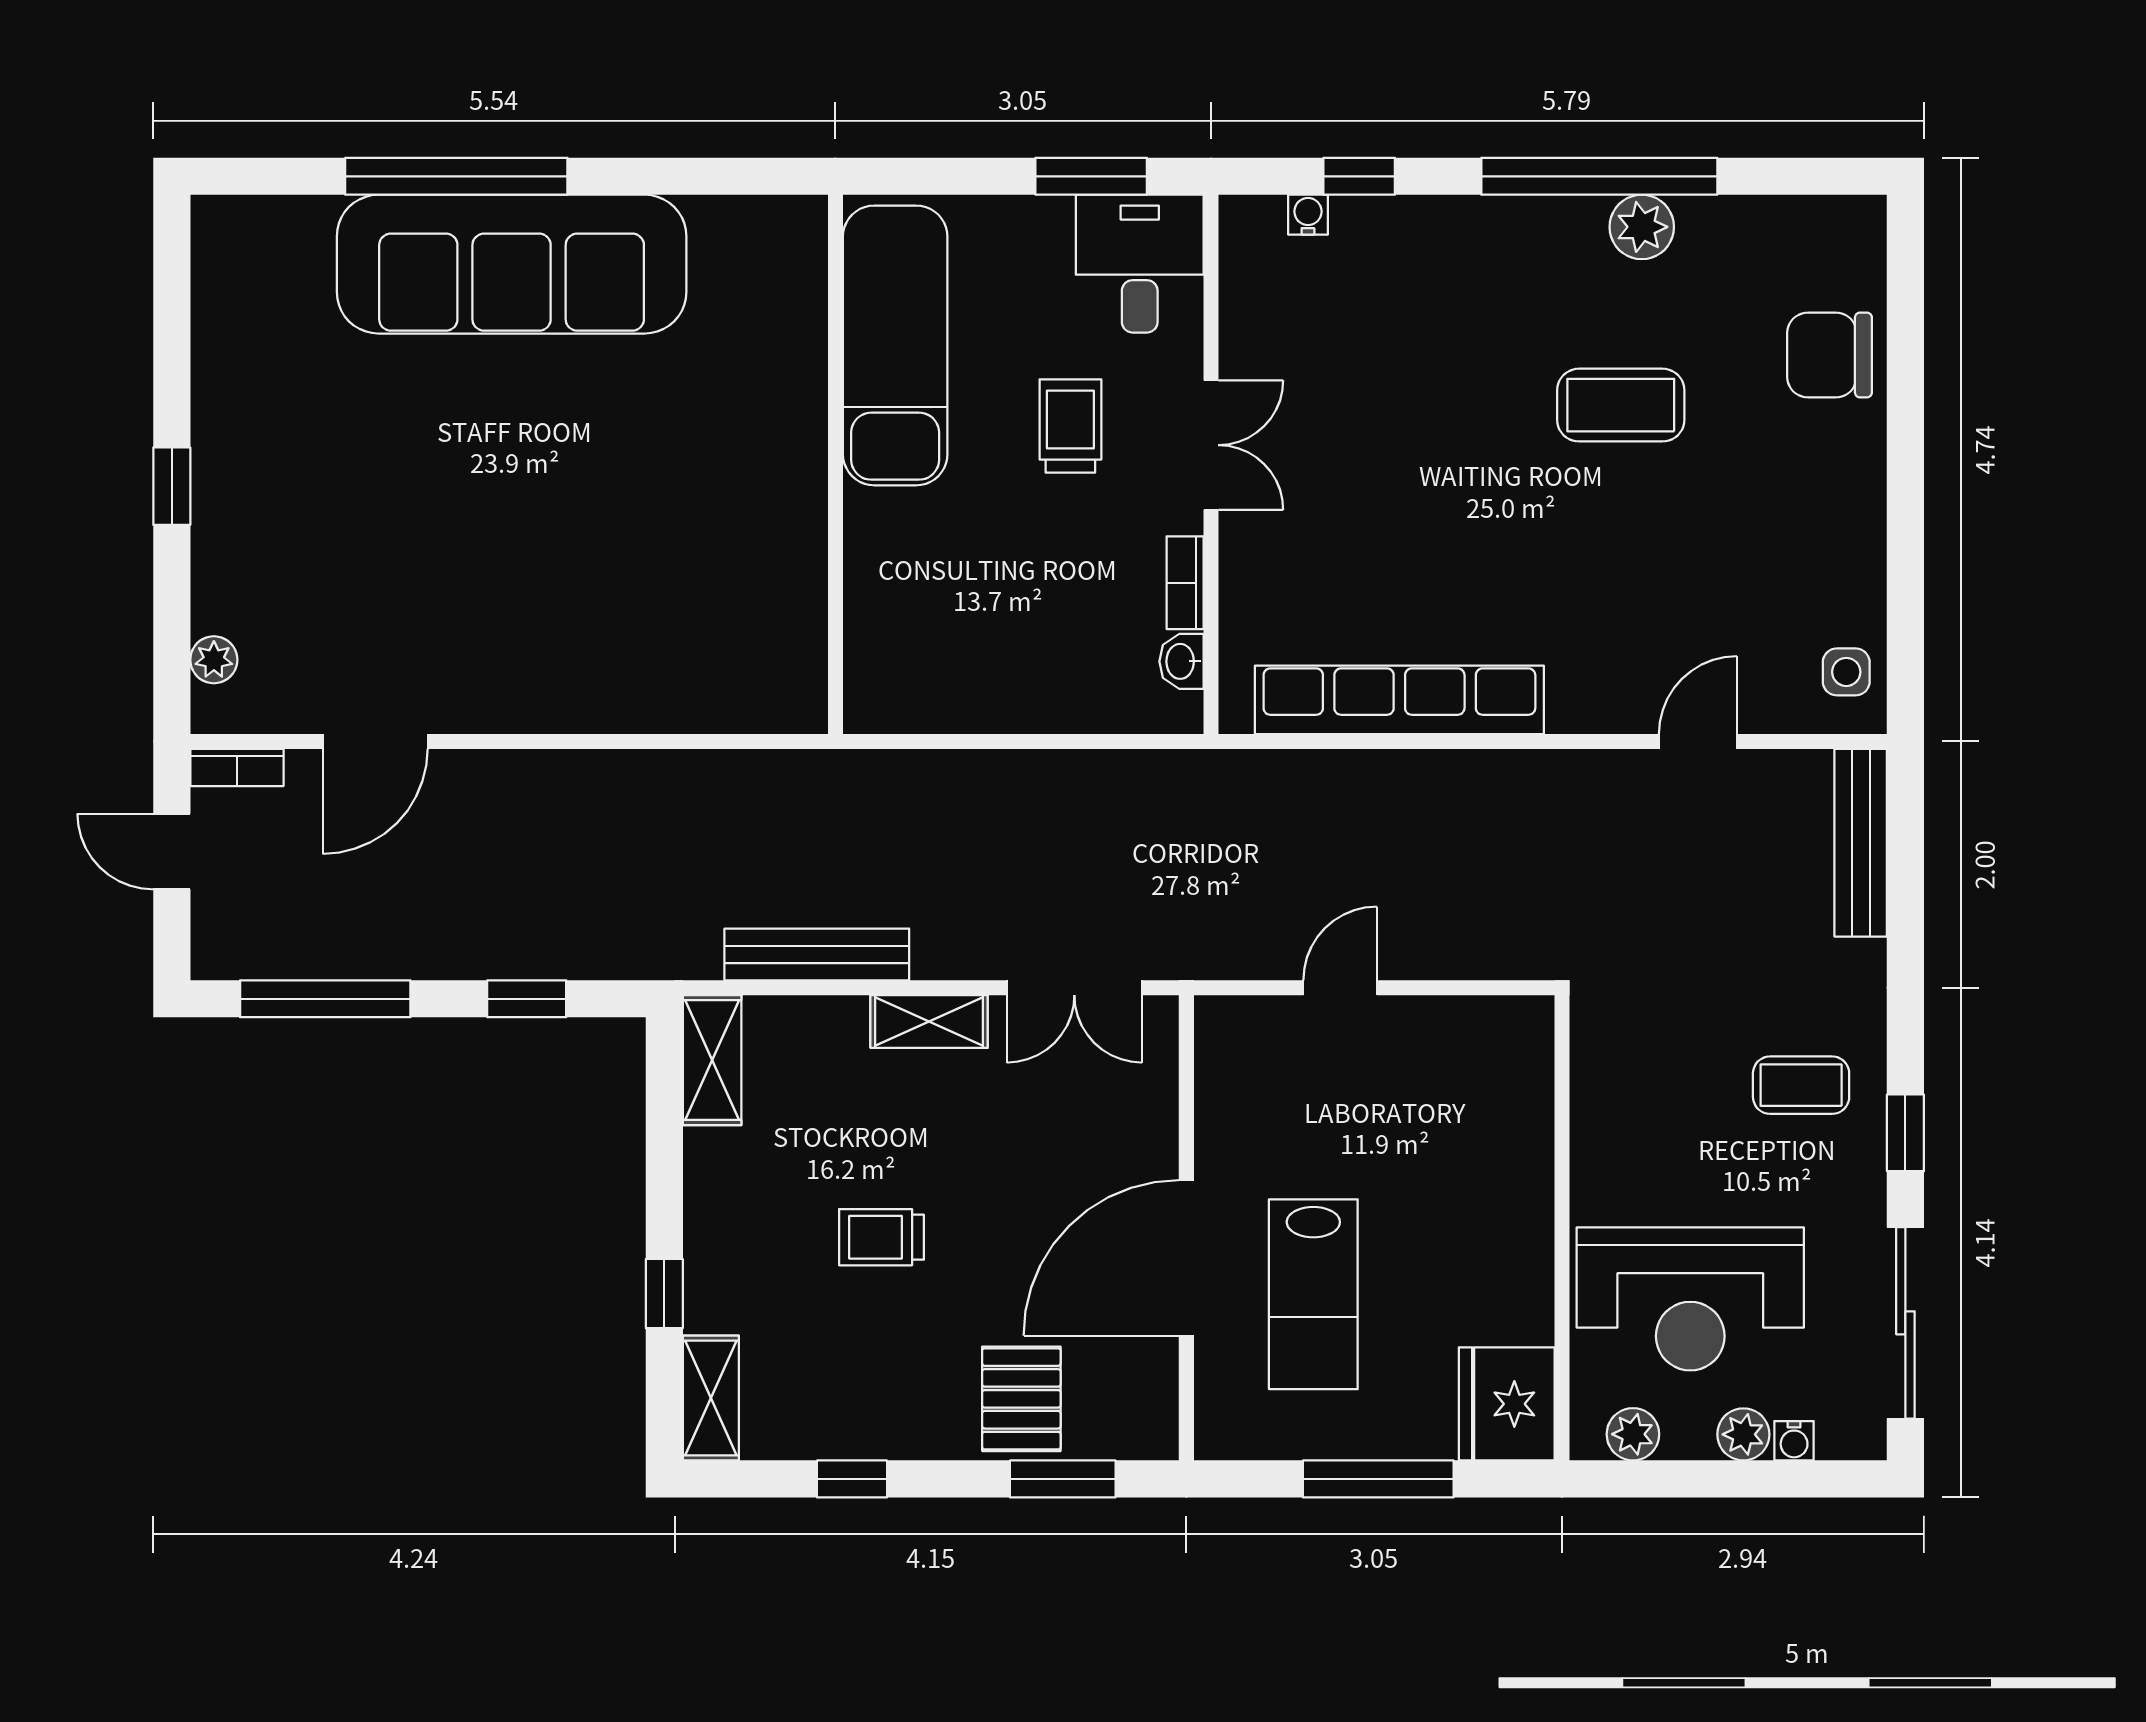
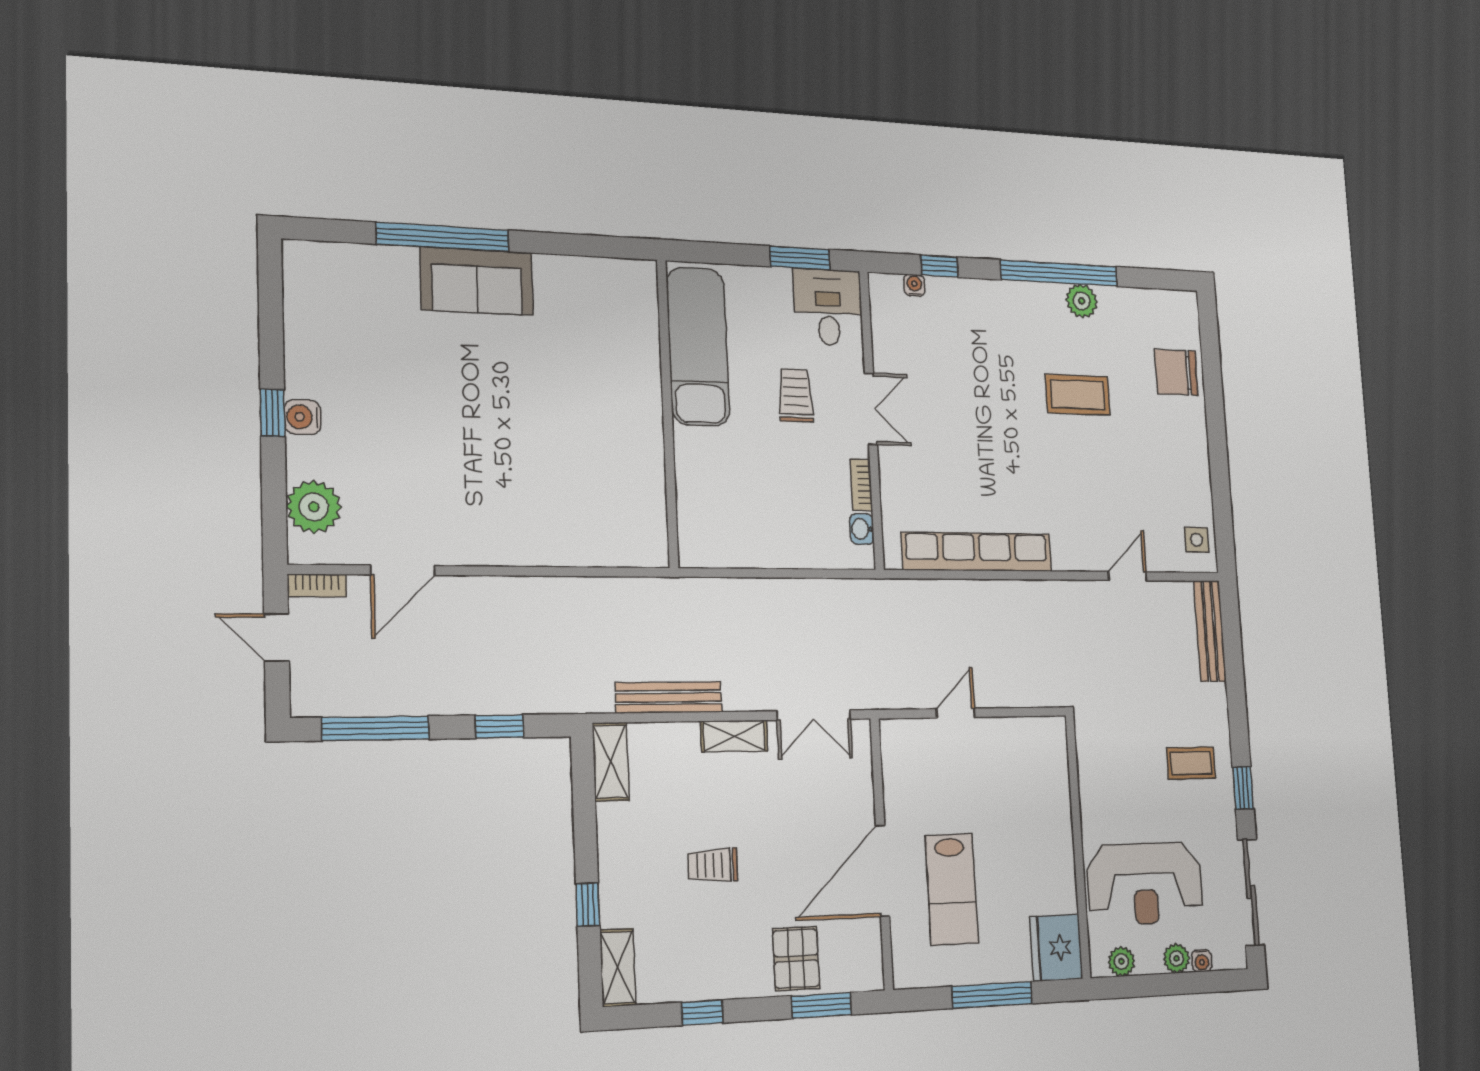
sofa: (512, 264) -> (477, 281), width x0.54, depth x0.79
water cooler: (219, 492) -> (302, 417), added
plant: (214, 660) -> (314, 507), width x1.88, depth x1.88

